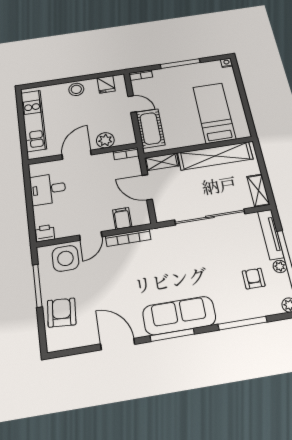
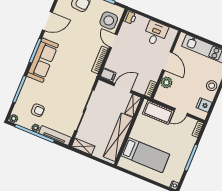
filing cabinet: (122, 218) -> (108, 75), moved

